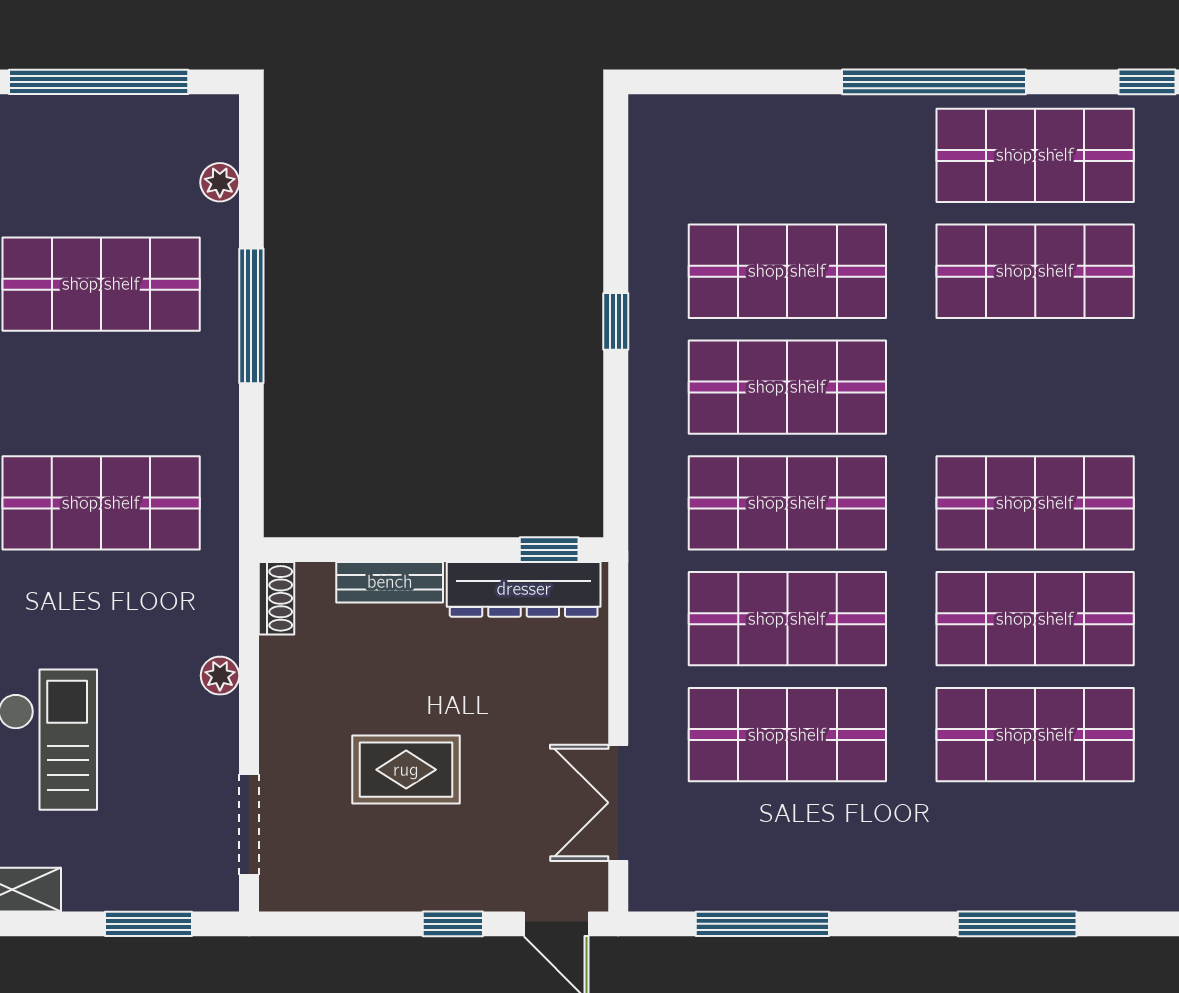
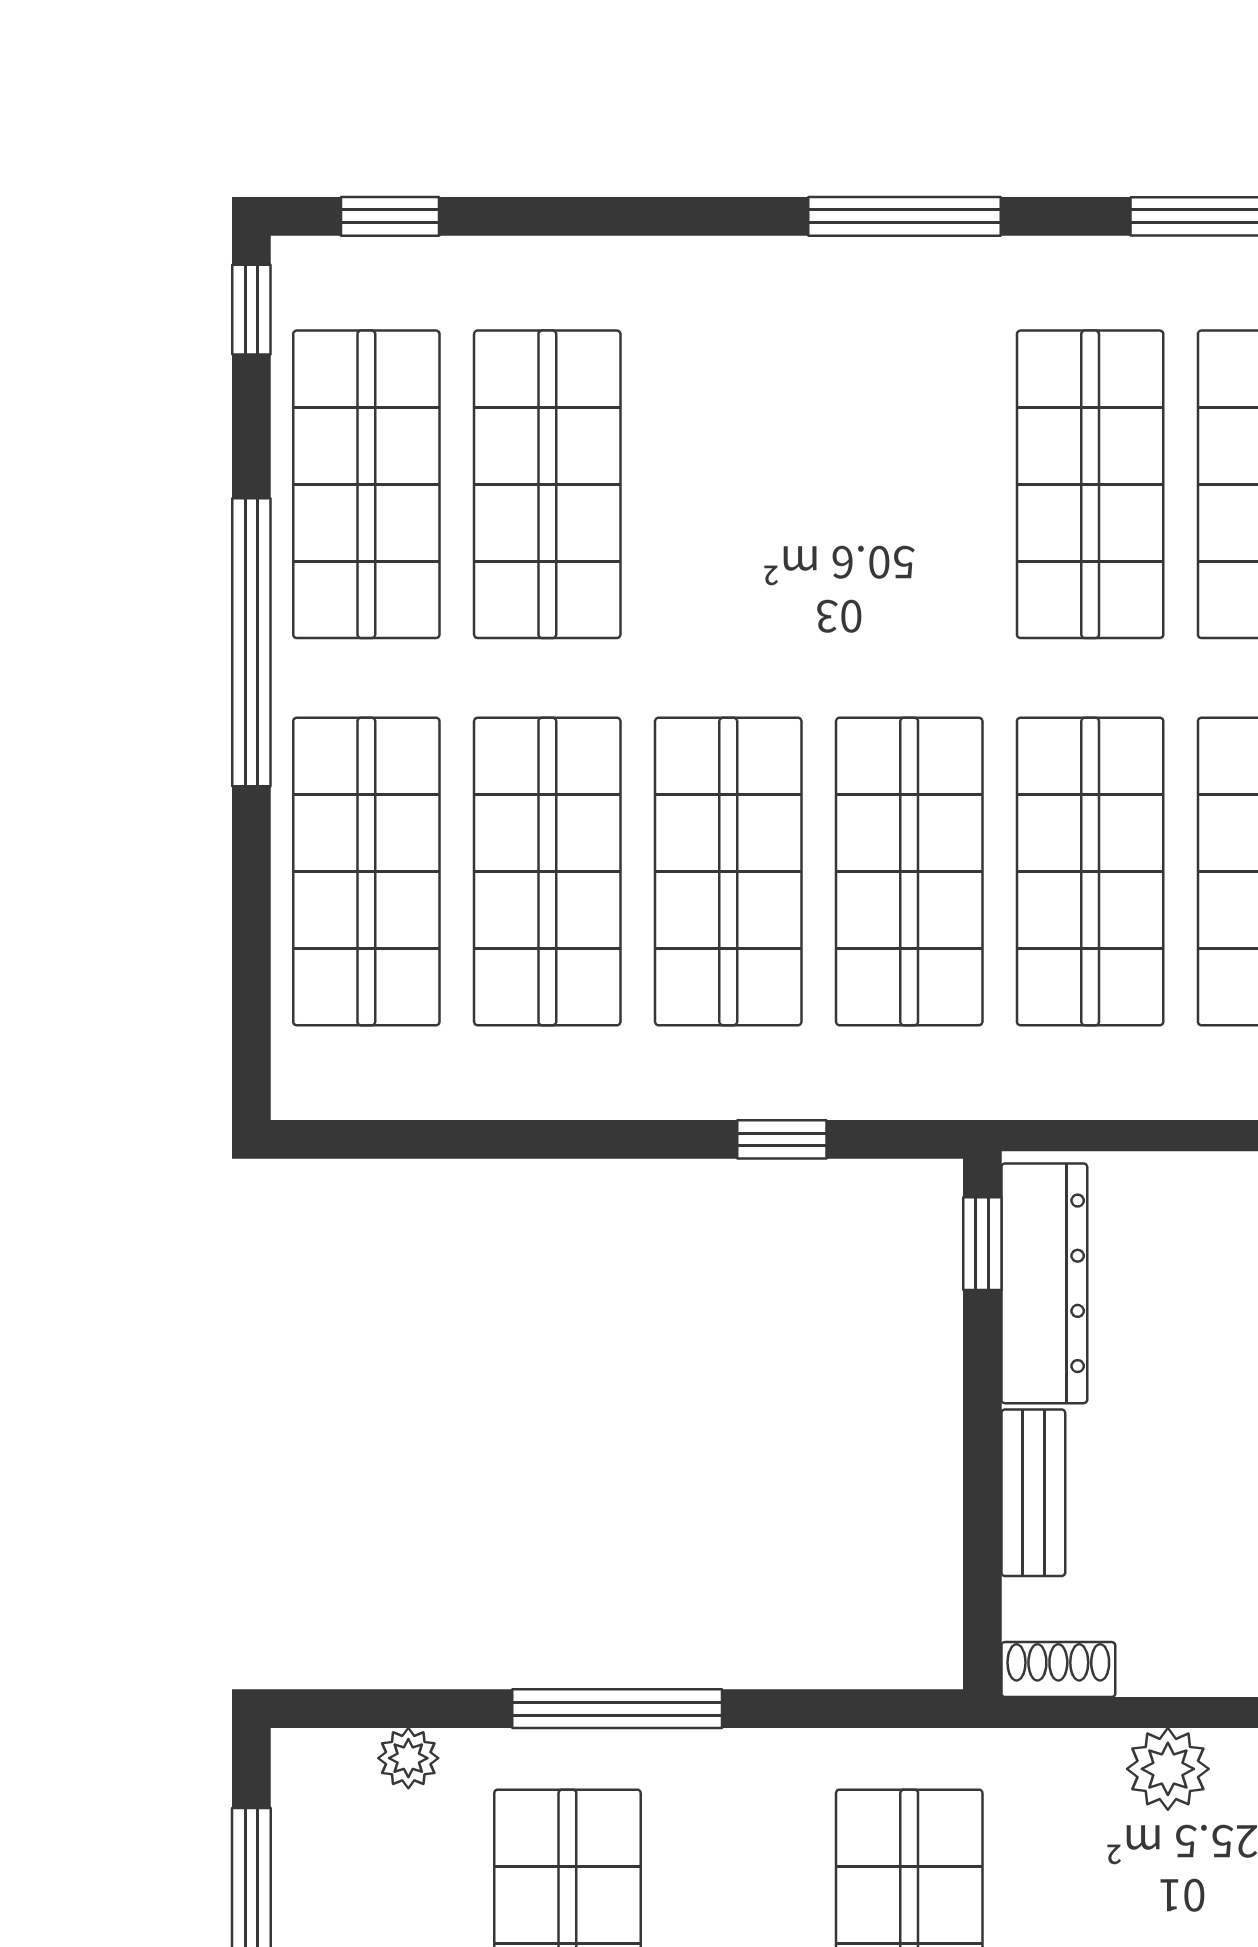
window: (616, 321) -> (782, 1139), moved
shop shelf: (1035, 503) -> (366, 871), moved
plant: (220, 676) -> (1168, 1769), width x1.38, depth x1.38

